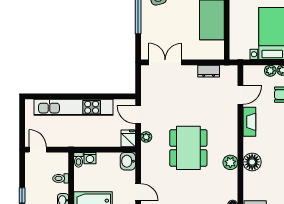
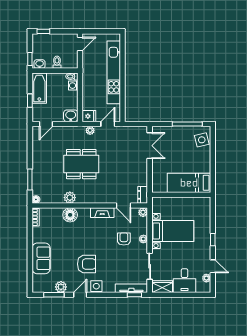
dresser: (209, 71) -> (143, 195), moved
plant: (270, 71) -> (143, 212), moved

